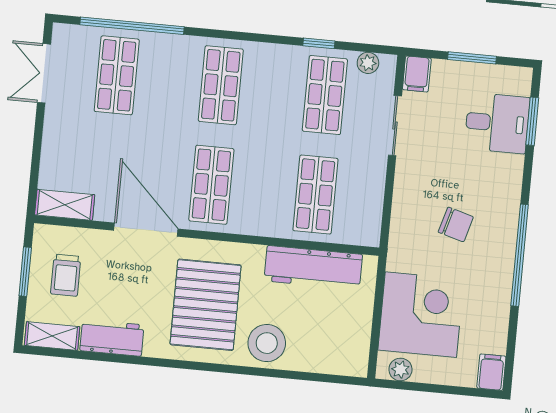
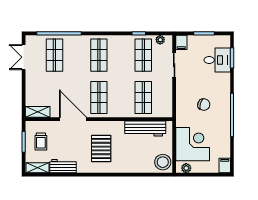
pallet: (206, 305) -> (101, 149), width x0.73, depth x0.71
stool: (267, 343) -> (163, 162), moved

